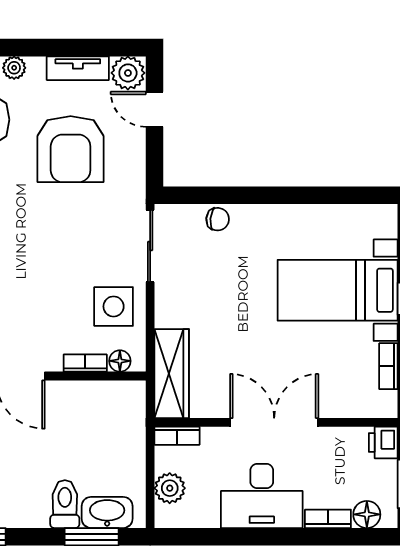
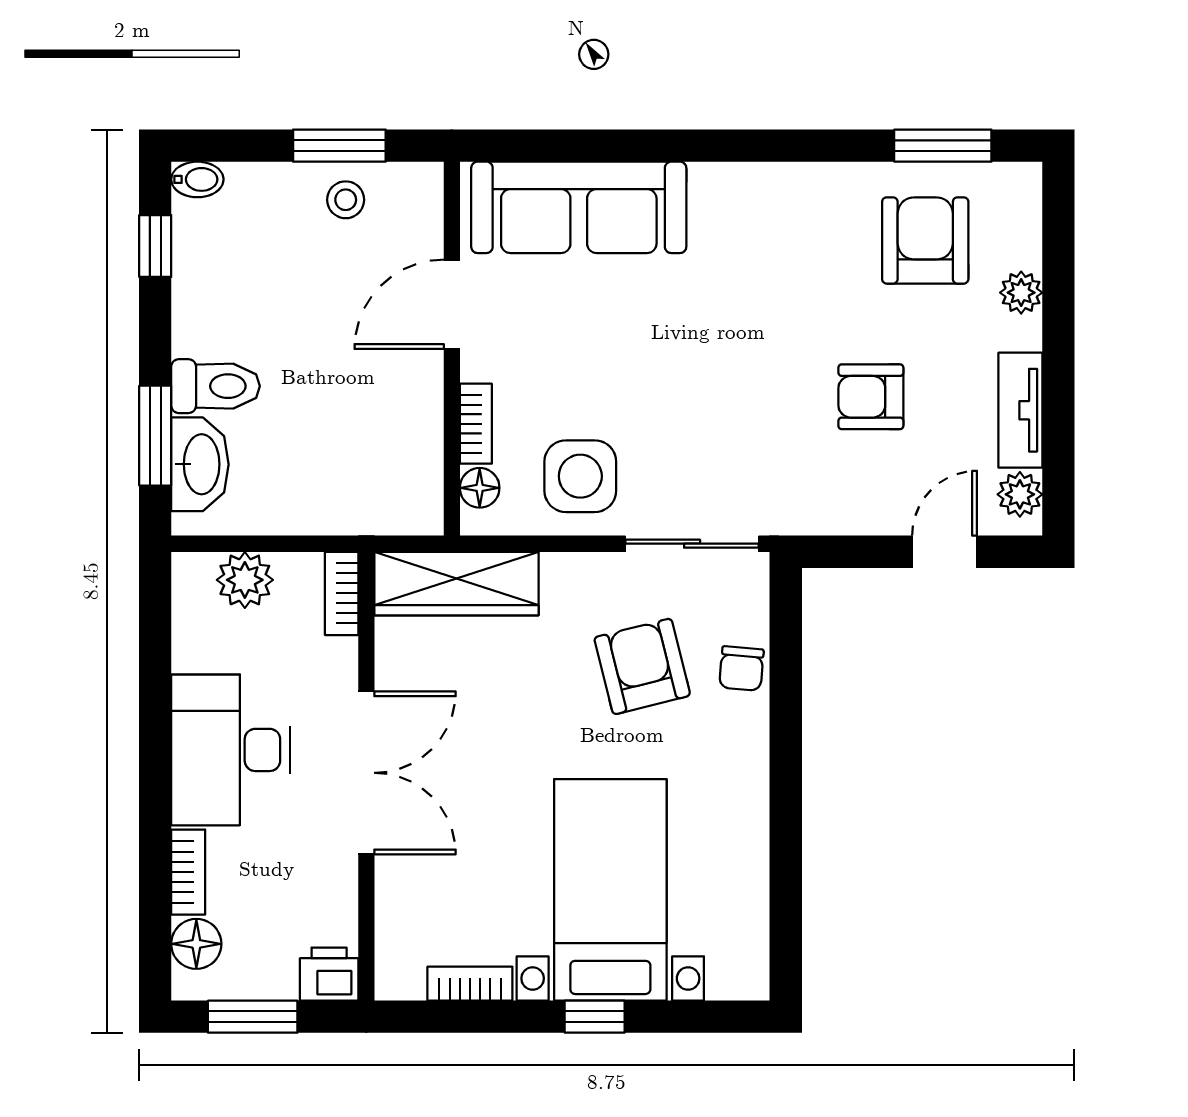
plant: (128, 73) -> (1020, 494), width x0.73, depth x0.73
armchair: (71, 149) -> (871, 397), width x0.53, depth x0.53
armchair: (217, 273) -> (642, 666), added

